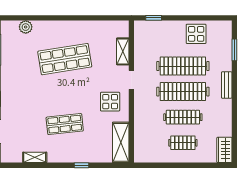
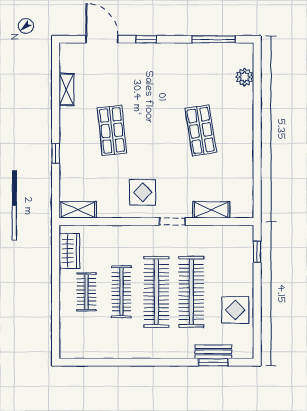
shop shelf: (65, 59) -> (201, 130), width x0.70, depth x0.74
bench: (227, 85) -> (213, 352), moved
shelving: (121, 142) -> (78, 210), width x0.67, depth x0.75
wardrobe: (224, 150) -> (69, 251), moved, turned 90

